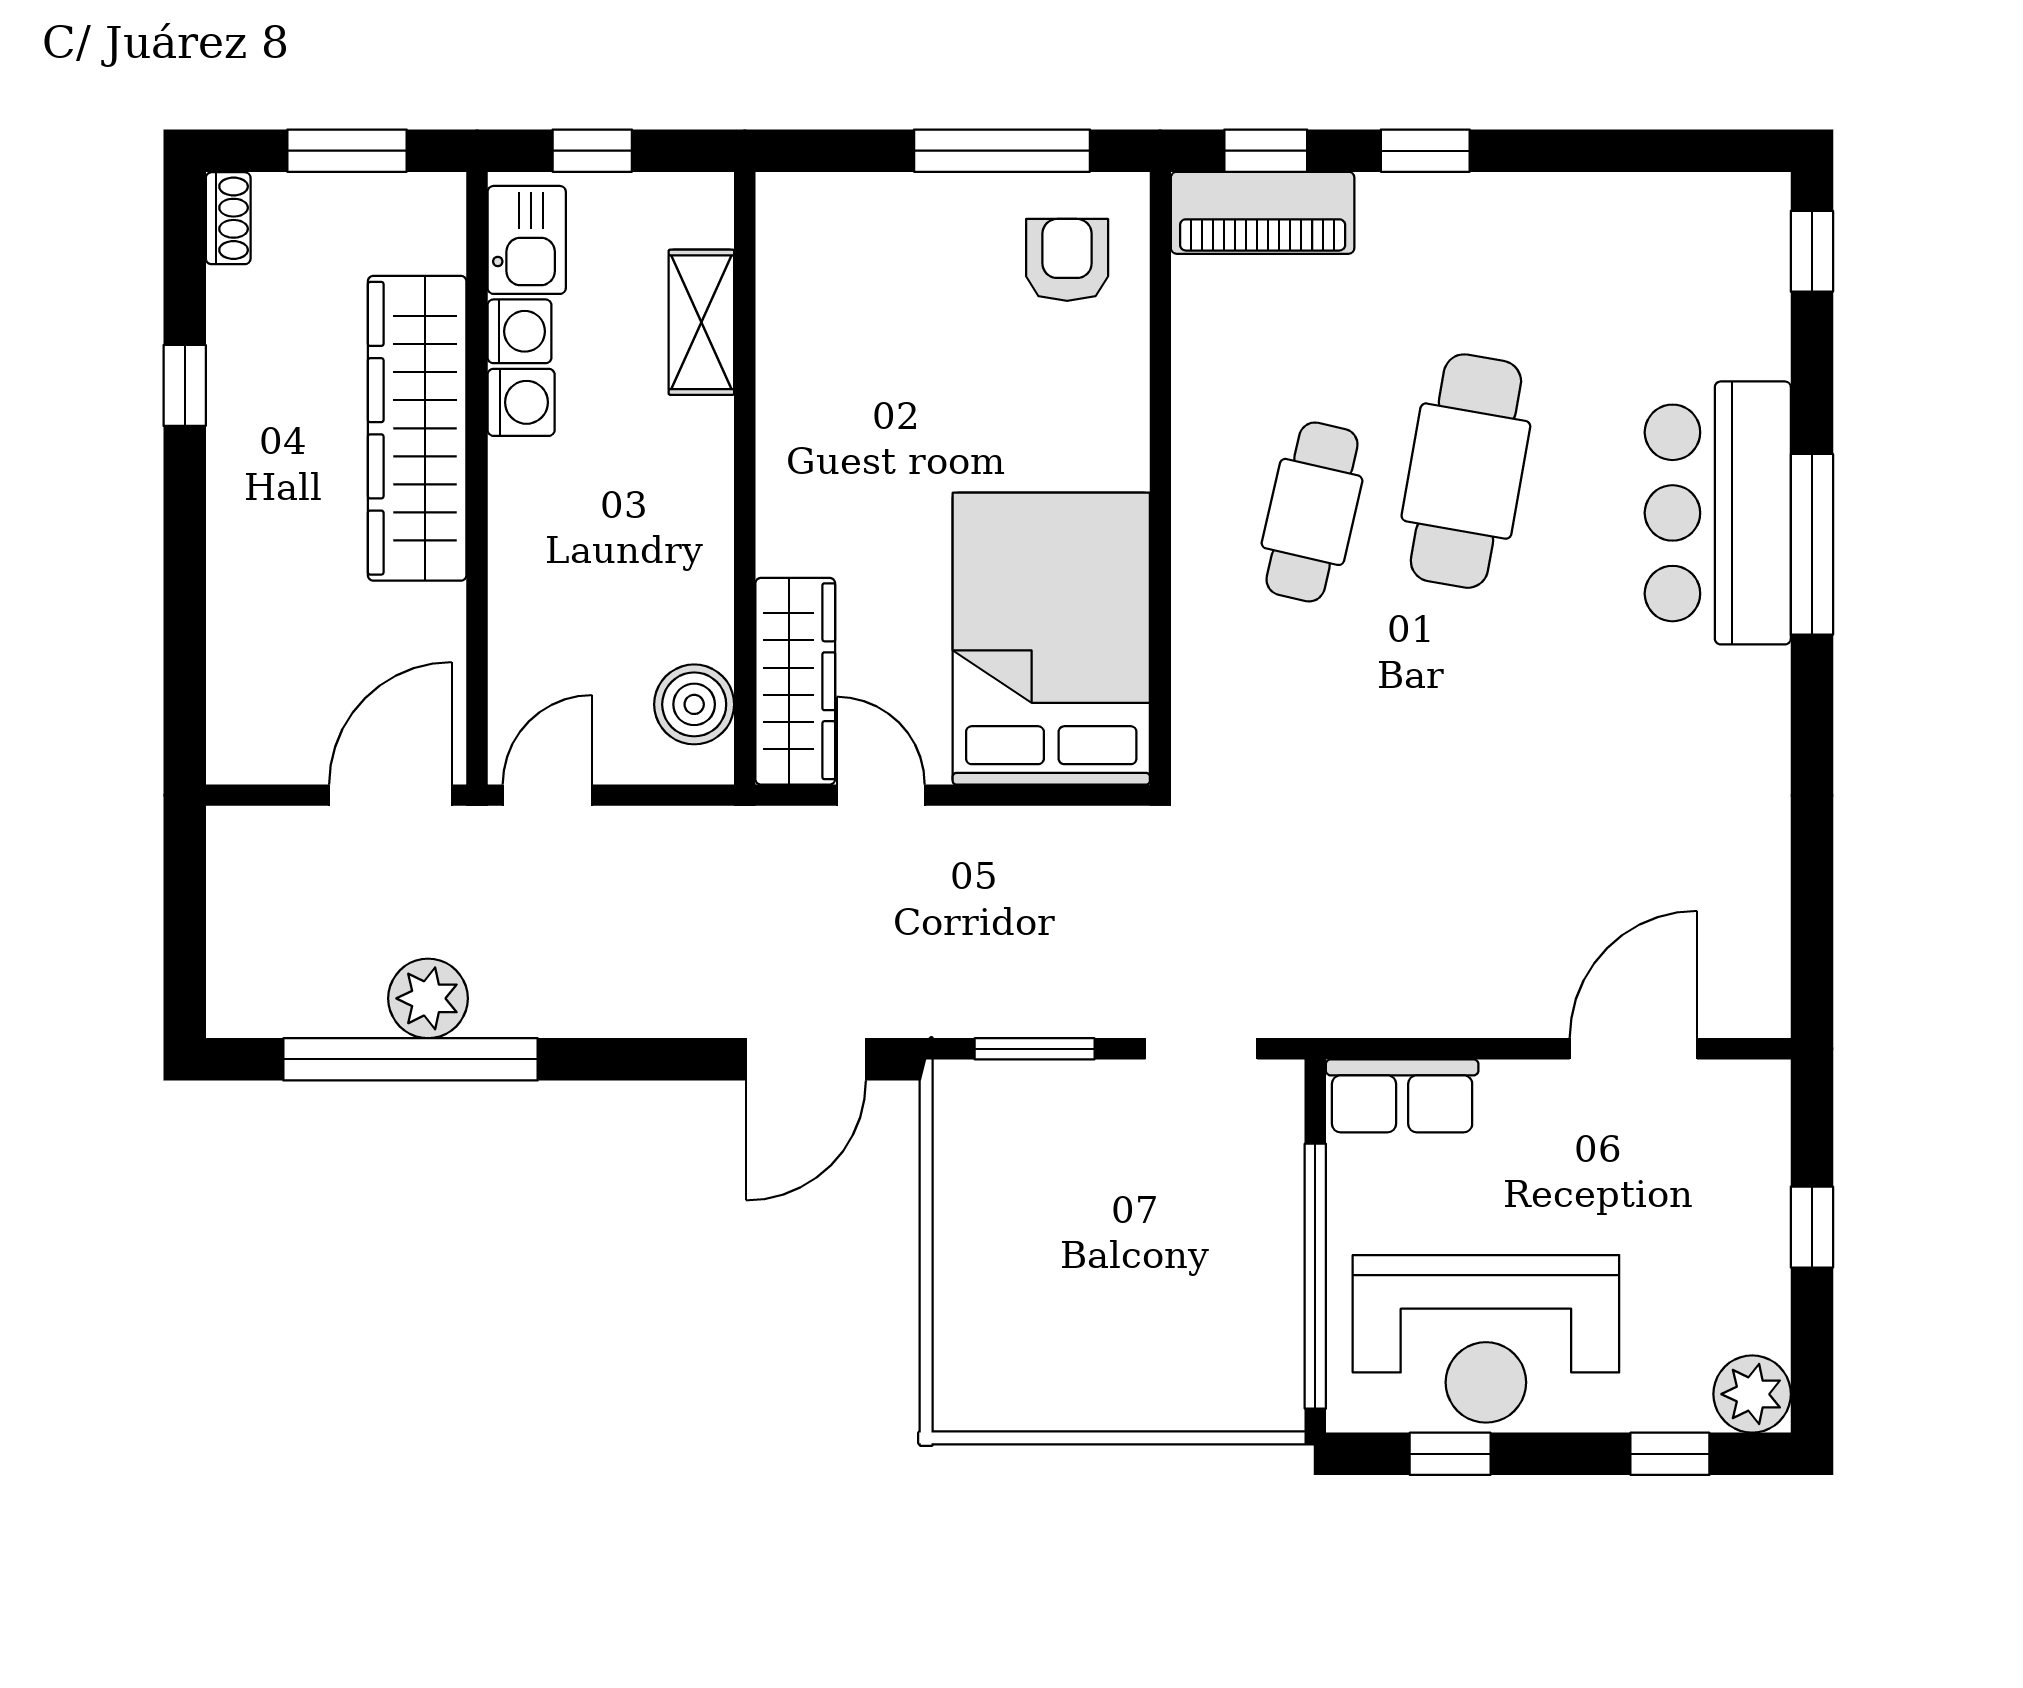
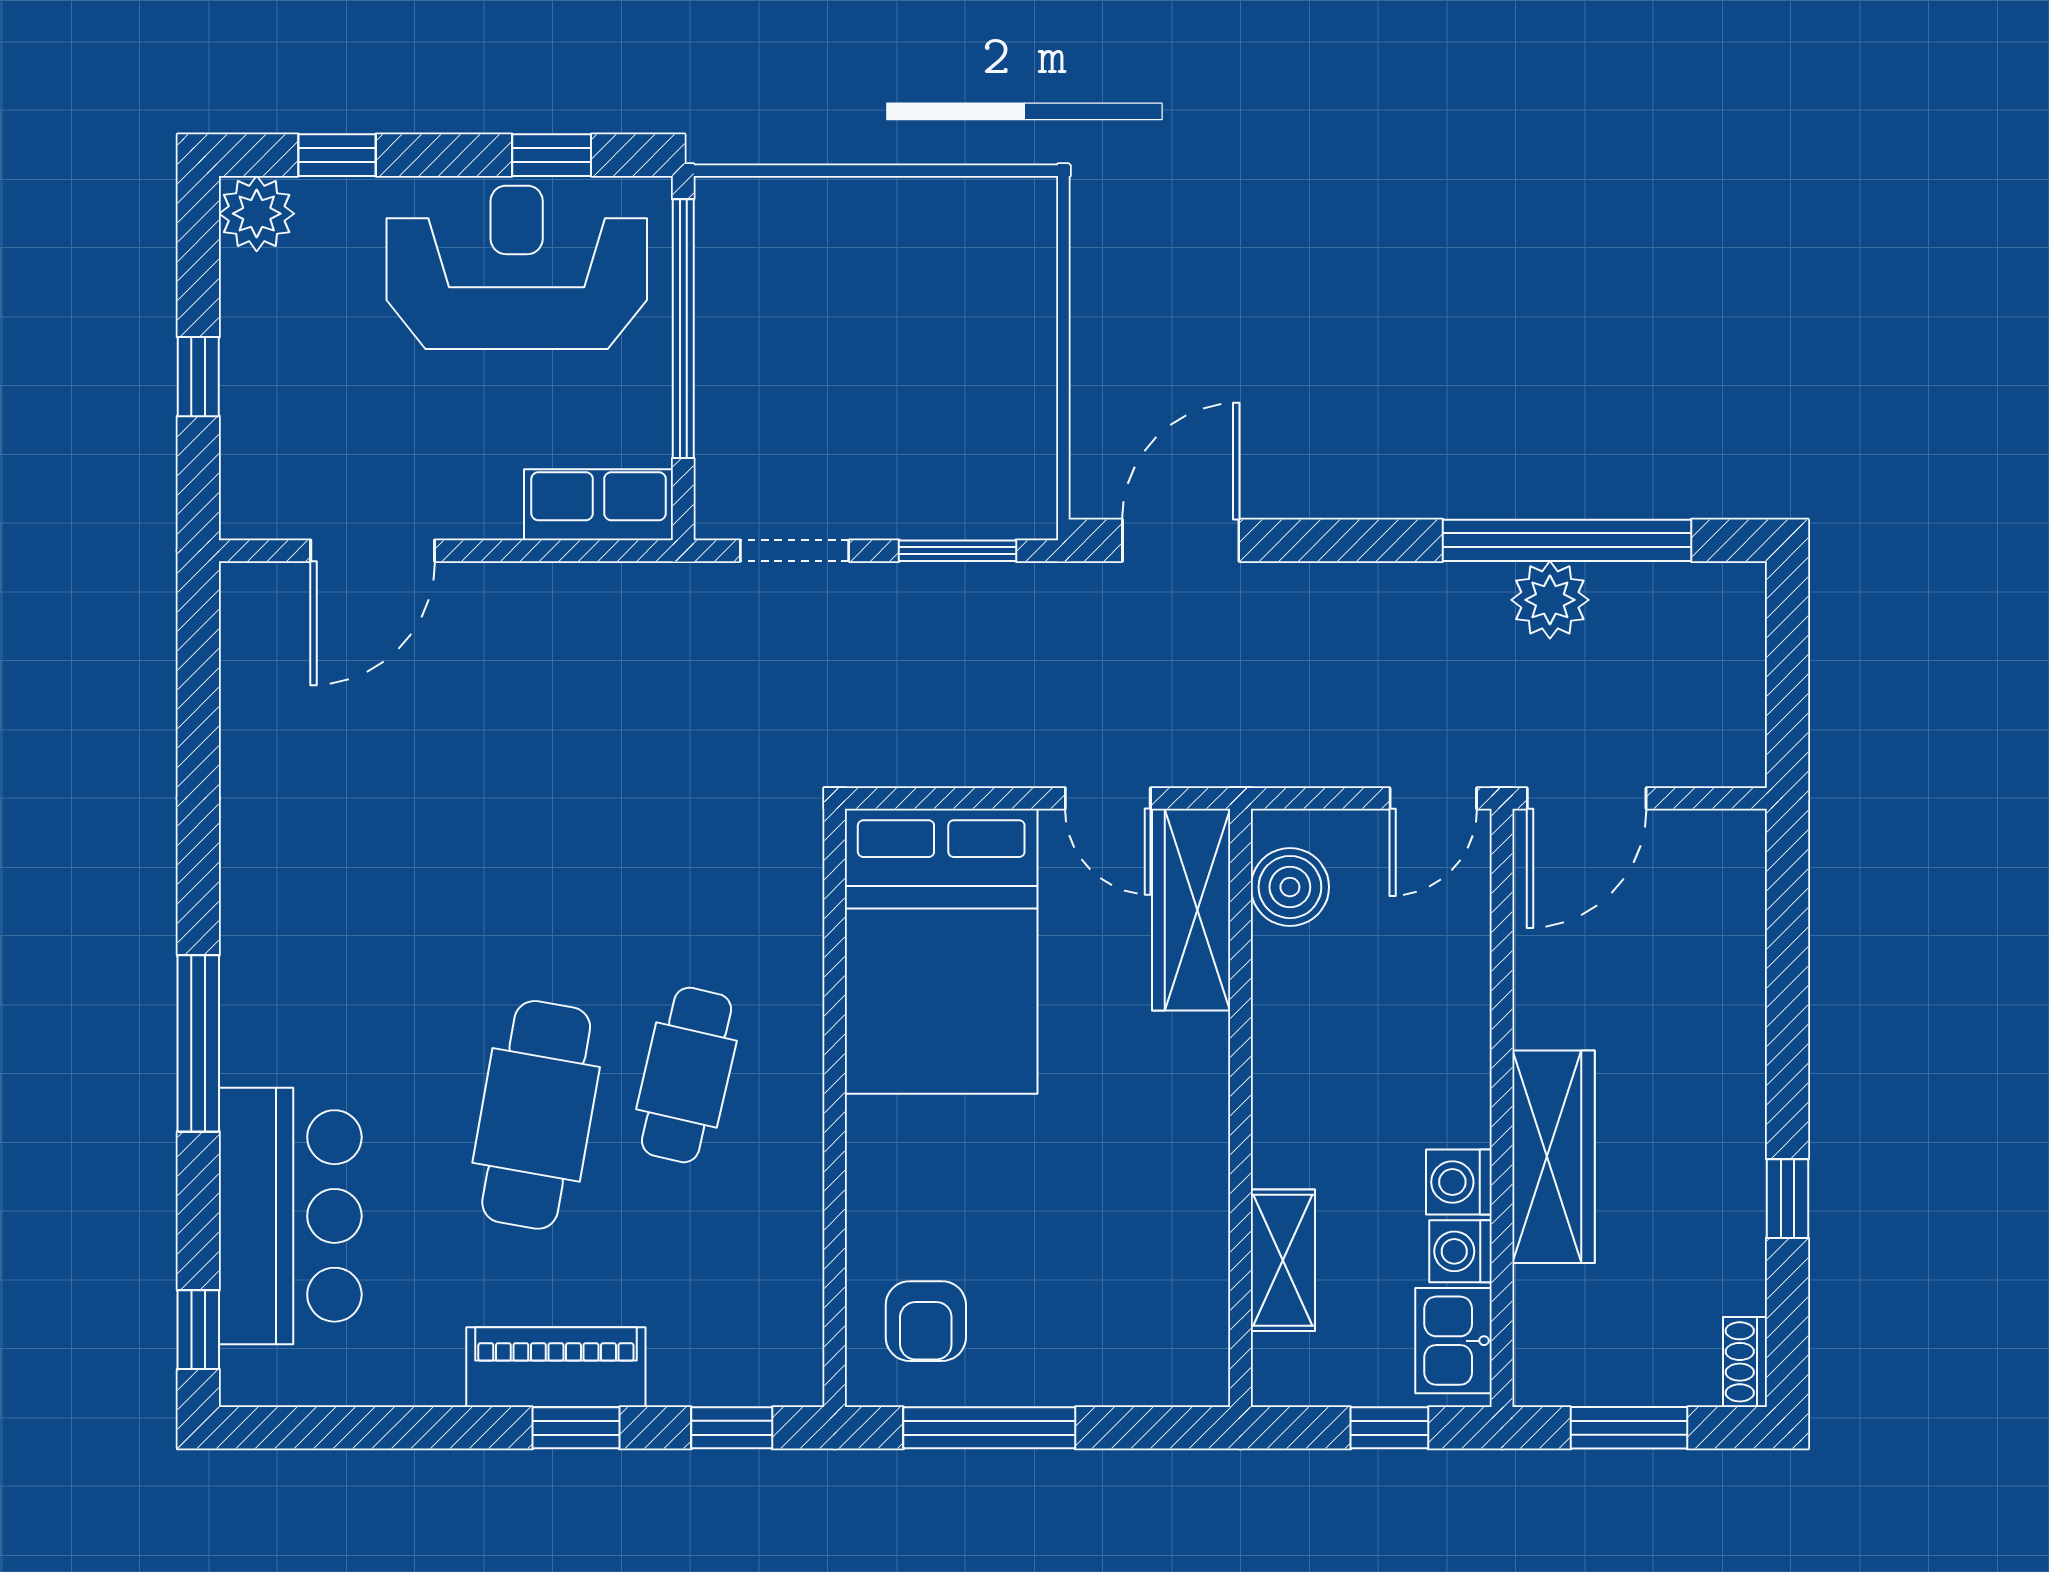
piano: (1263, 213) -> (556, 1367), moved
wardrobe: (417, 428) -> (1553, 1157), width x0.71, depth x0.85
bar counter: (1718, 513) -> (290, 1216), moved

